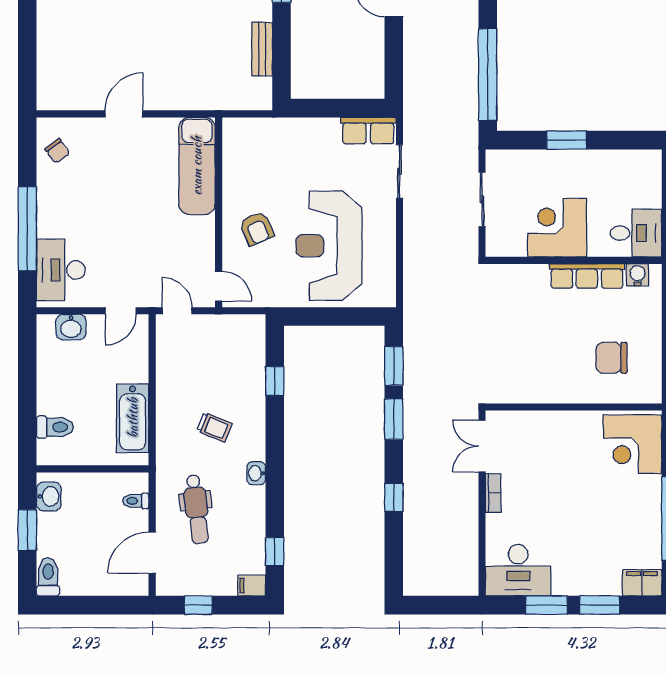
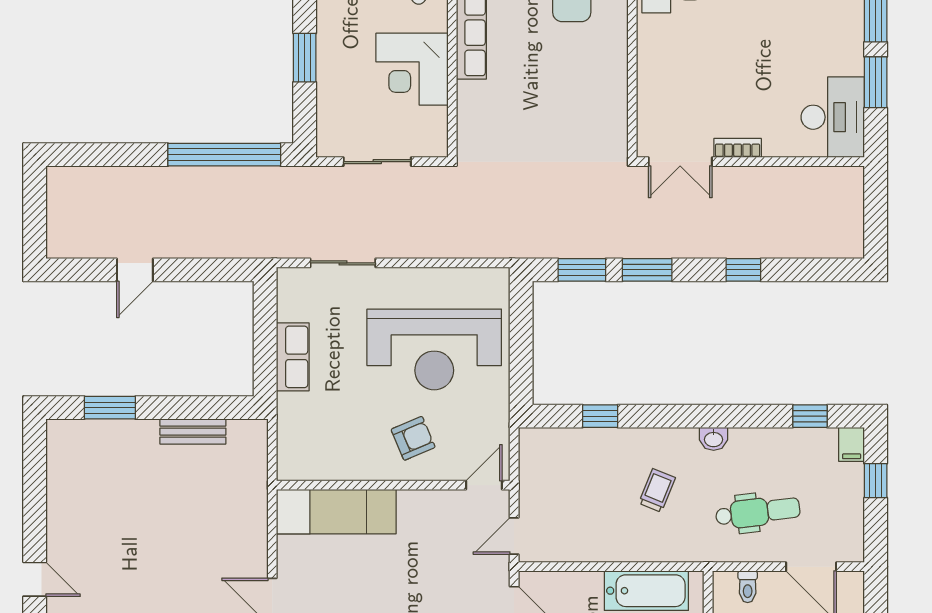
row of seats: (368, 131) -> (293, 357), moved
window: (198, 605) -> (876, 481), moved

